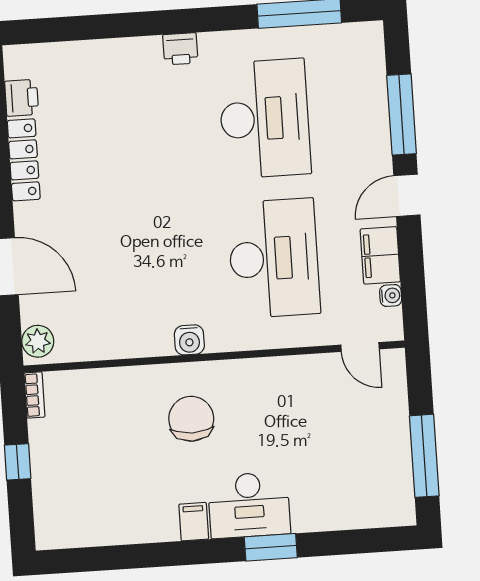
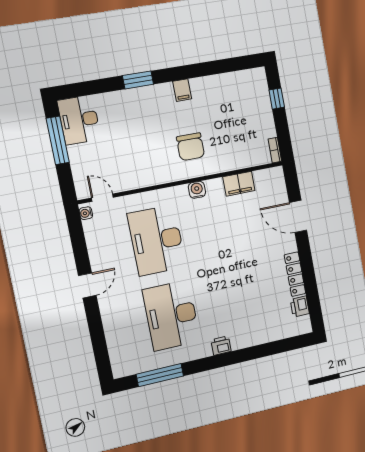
window: (402, 115) -> (96, 330), removed
filing cabinet: (380, 255) -> (239, 184), moved, turned 90
water cooler: (391, 296) -> (86, 213), moved
plant: (38, 341) -> (277, 179), removed
window: (18, 462) -> (277, 99), moved
desk: (249, 505) -> (79, 120), moved, turned -90

